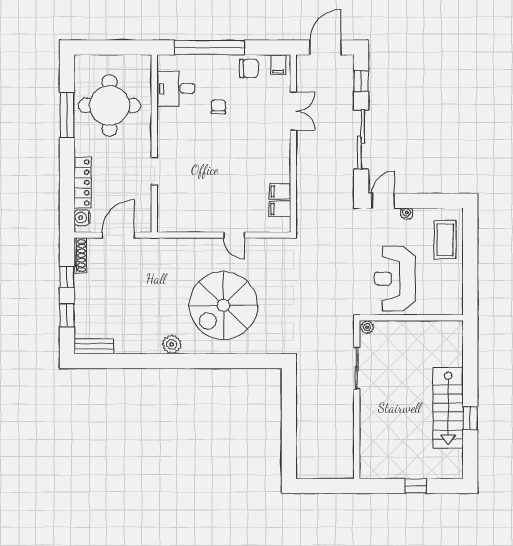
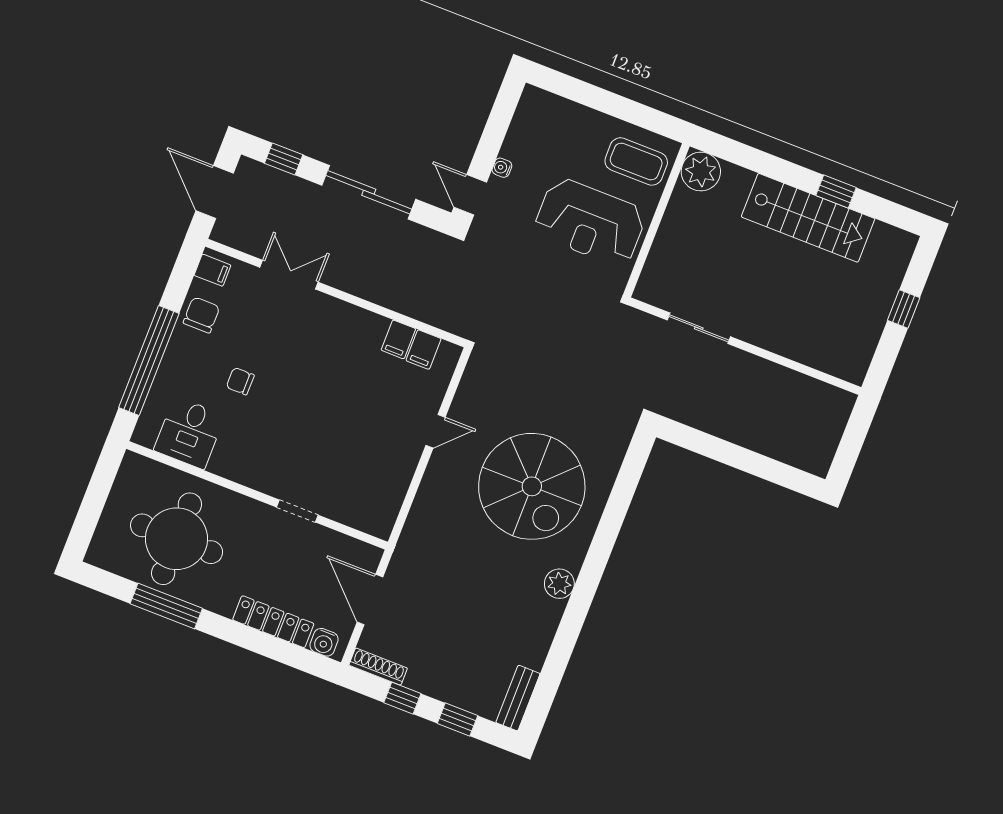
coffee table: (445, 240) -> (636, 161), moved
plant: (367, 327) -> (701, 172), moved, width x1.87, depth x1.87

